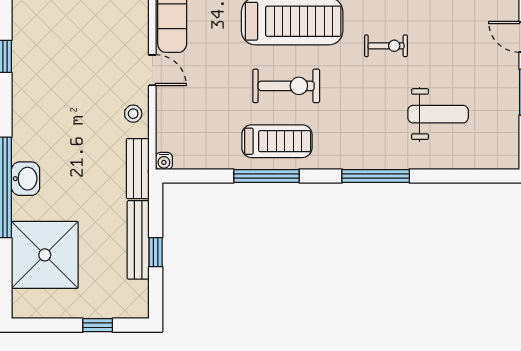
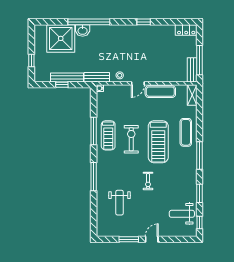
exercise bike: (286, 86) -> (131, 139), turned 180
washbasin: (26, 179) -> (83, 30), moved

